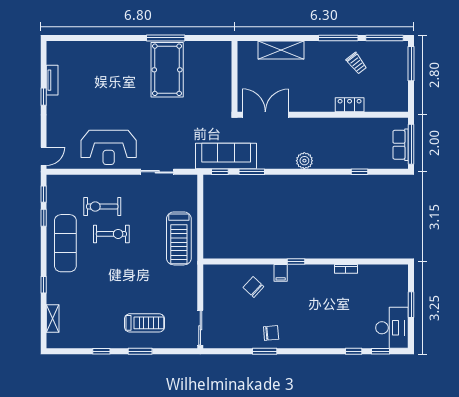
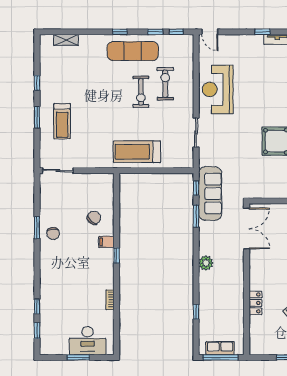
window: (44, 285) -> (120, 32), moved
desk: (392, 328) -> (88, 341), moved

